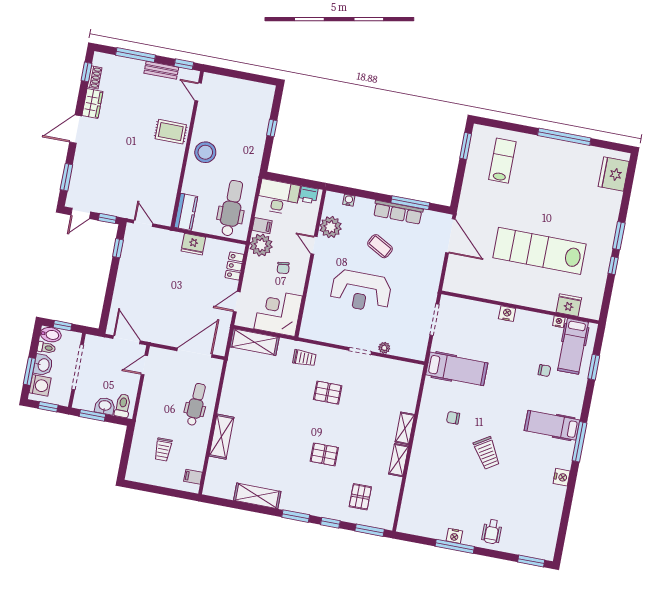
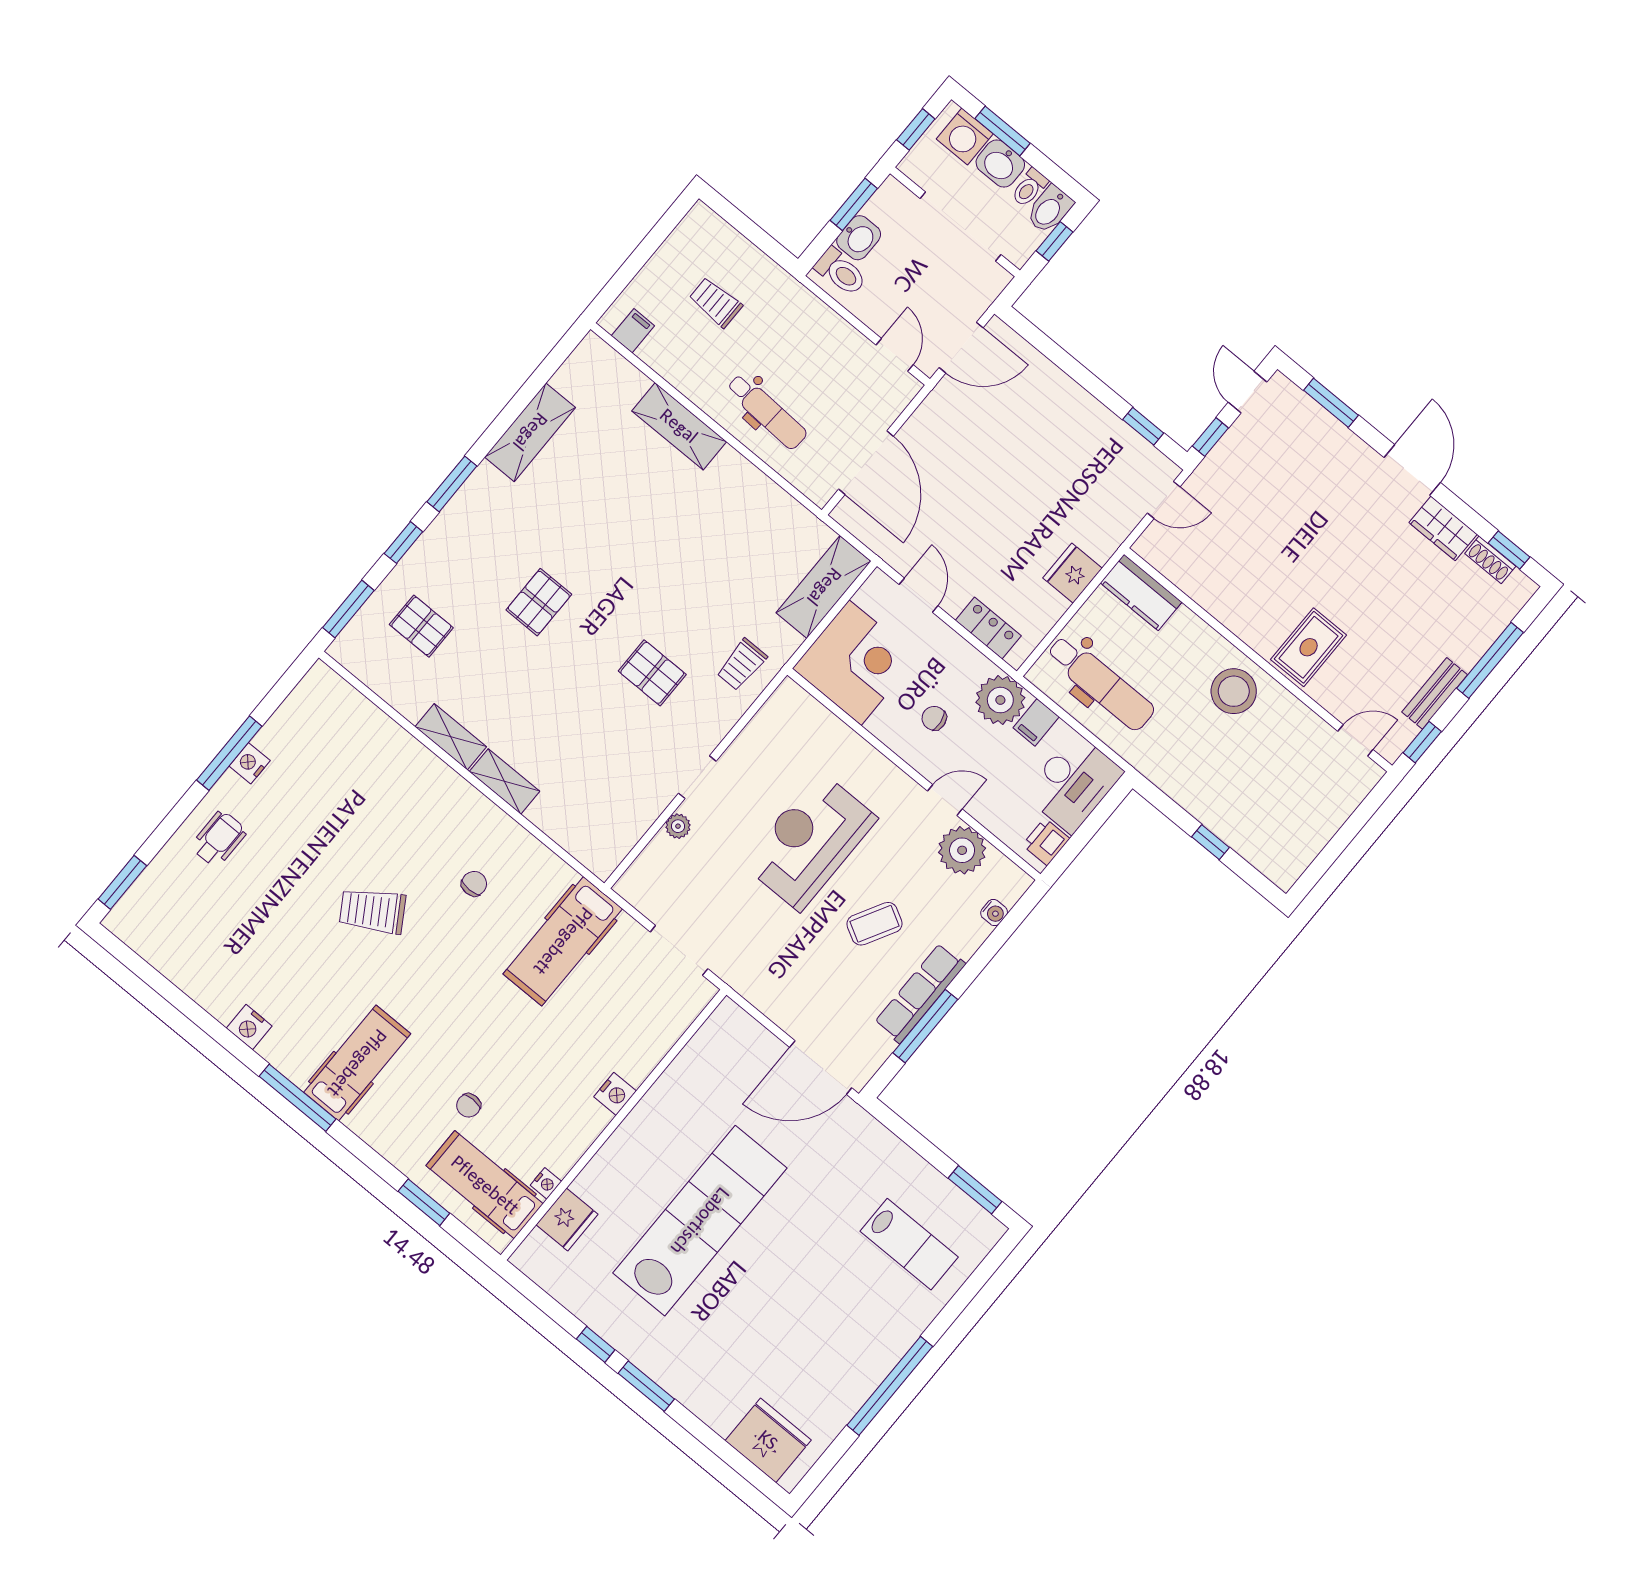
pallet: (328, 393) -> (652, 673), turned 90
wheelchair: (492, 532) -> (219, 839), turned 90

